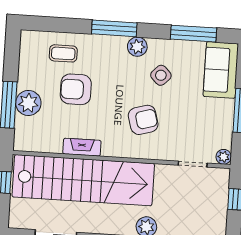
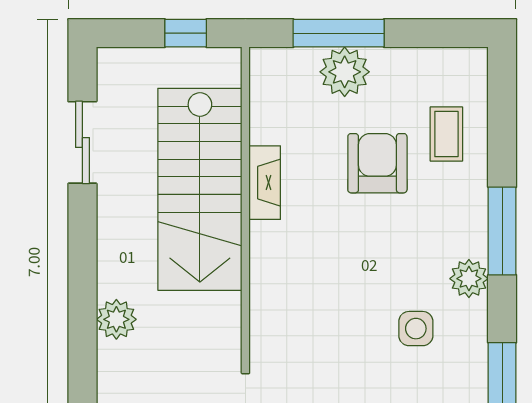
side table: (161, 75) -> (416, 329), turned 45
armchair: (143, 120) -> (326, 299), removed
stairs: (83, 180) -> (200, 189), width x0.73

